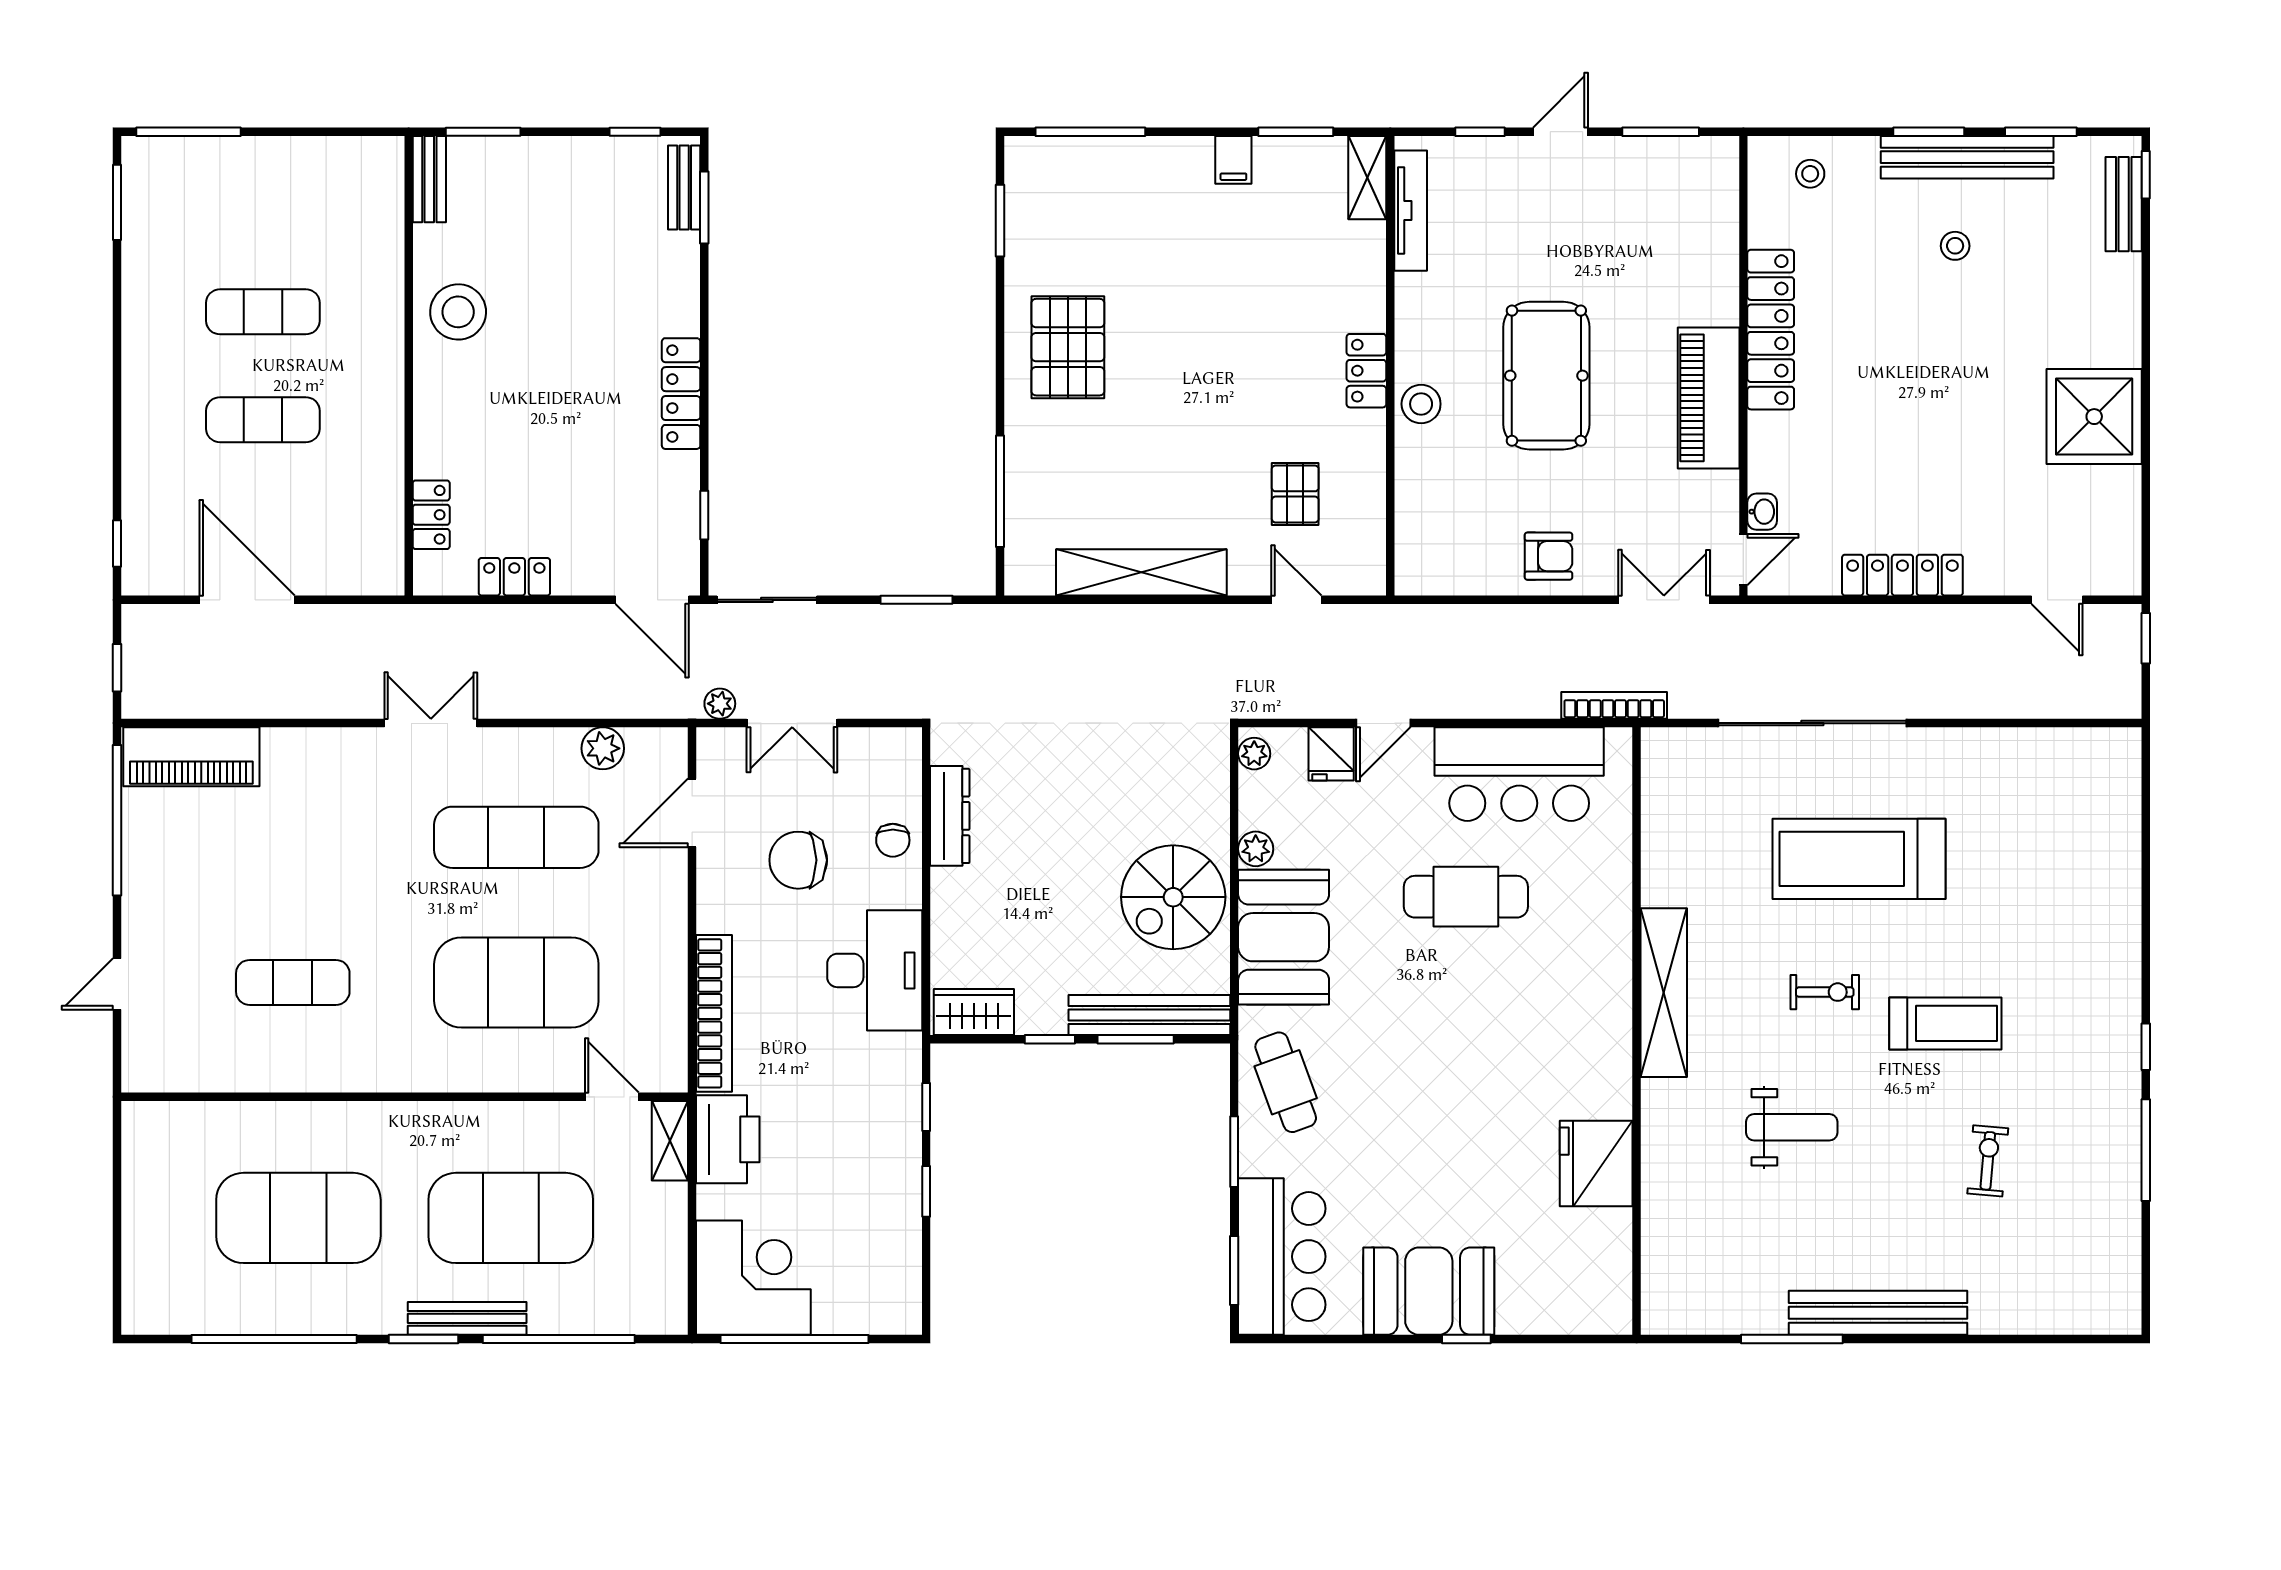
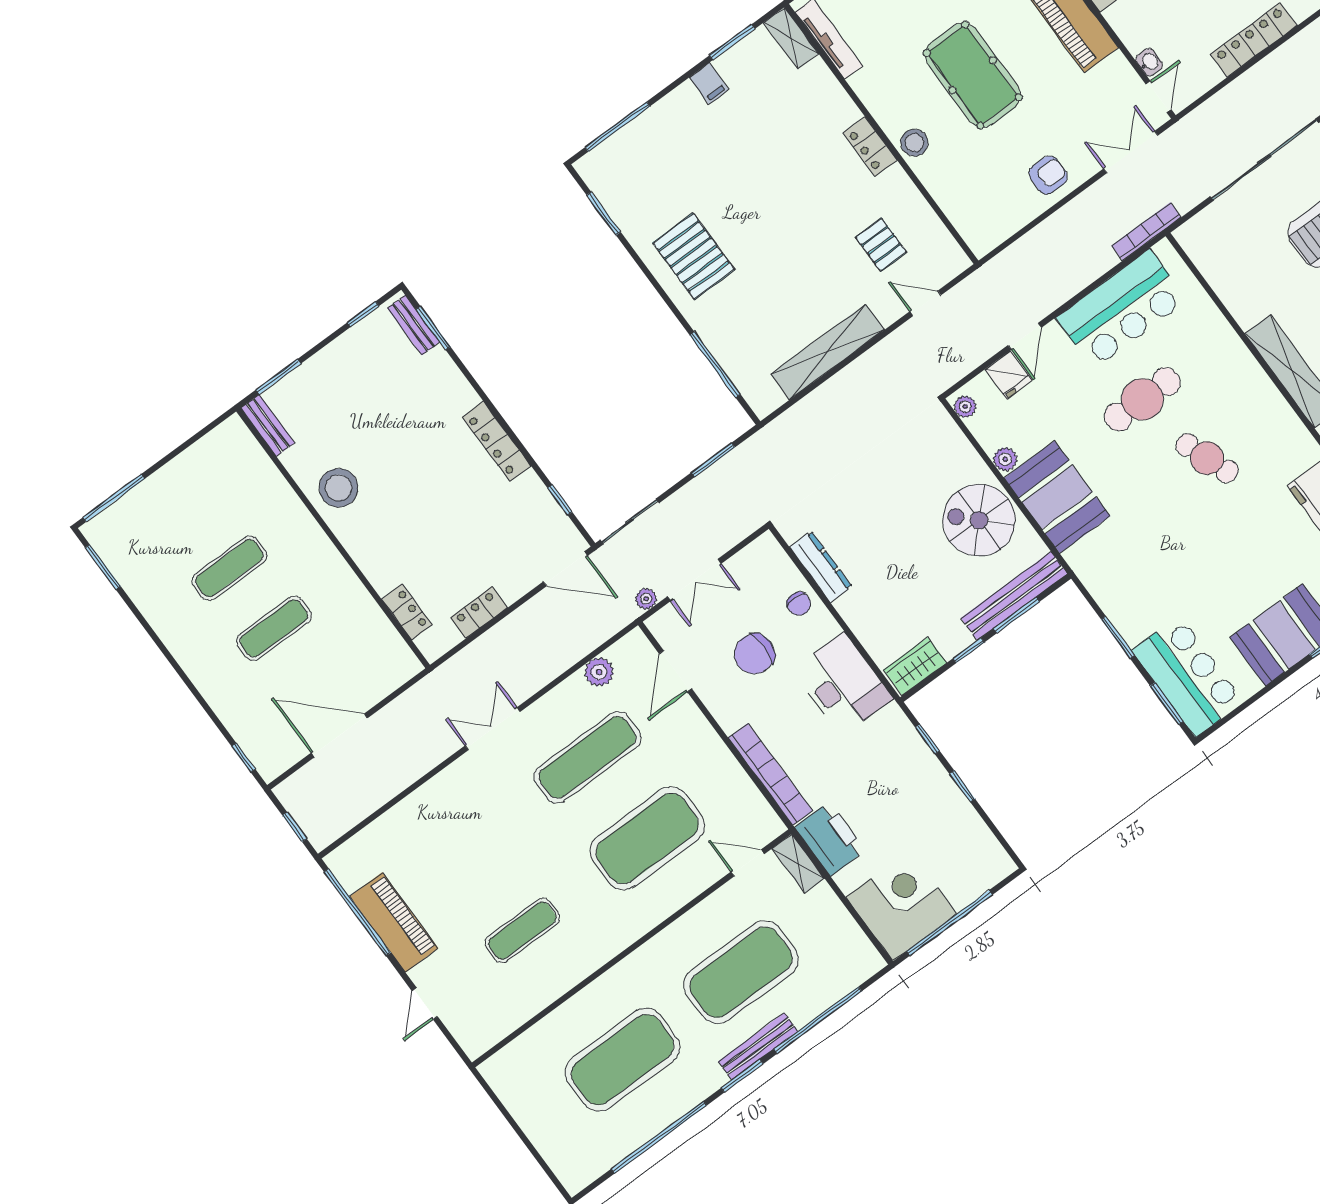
piano: (191, 757) -> (394, 922), moved, turned -90
spiral stairs: (1173, 897) -> (979, 520), turned 90
cafe table: (1286, 1082) -> (1207, 458), moved

